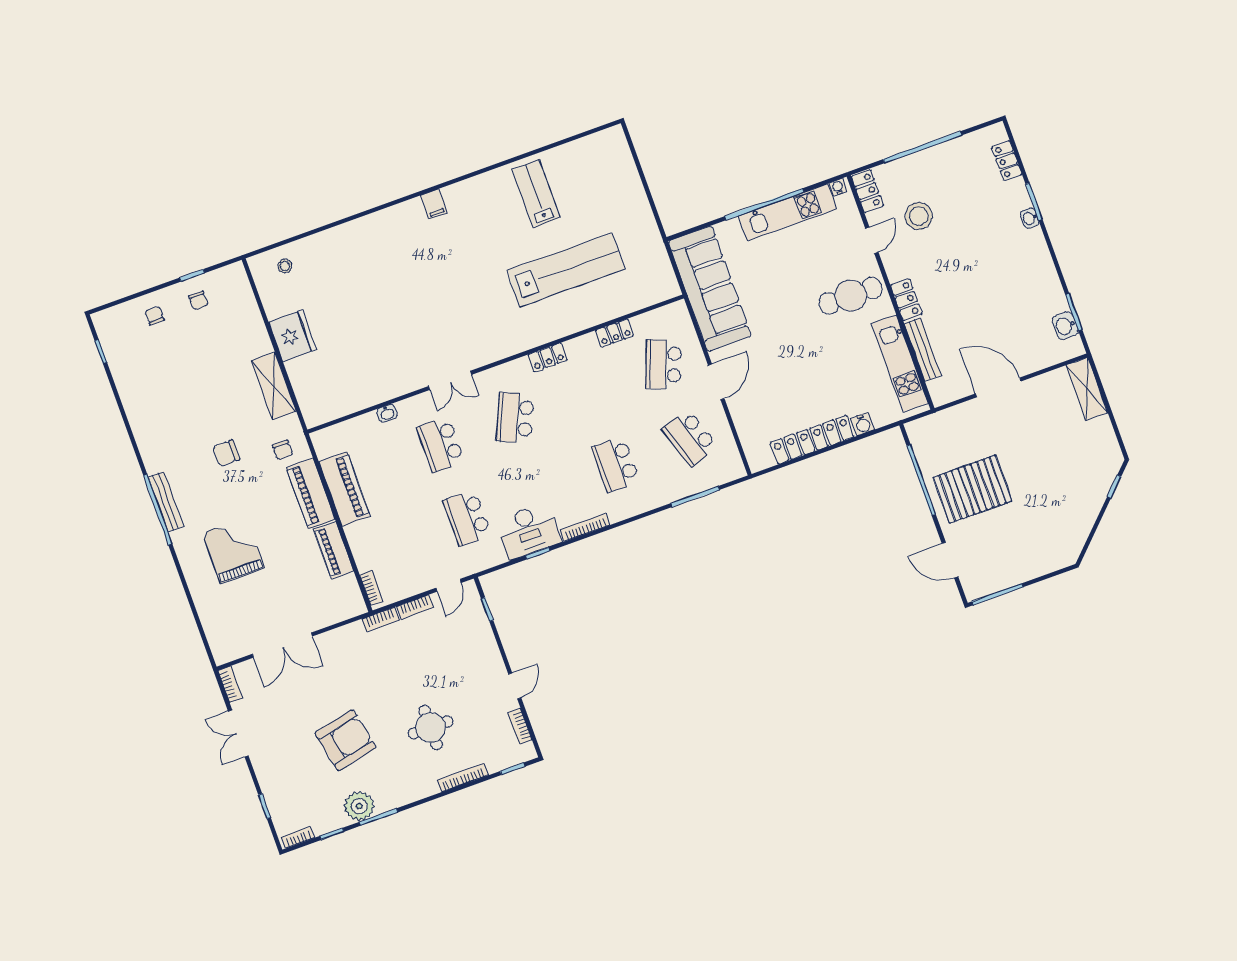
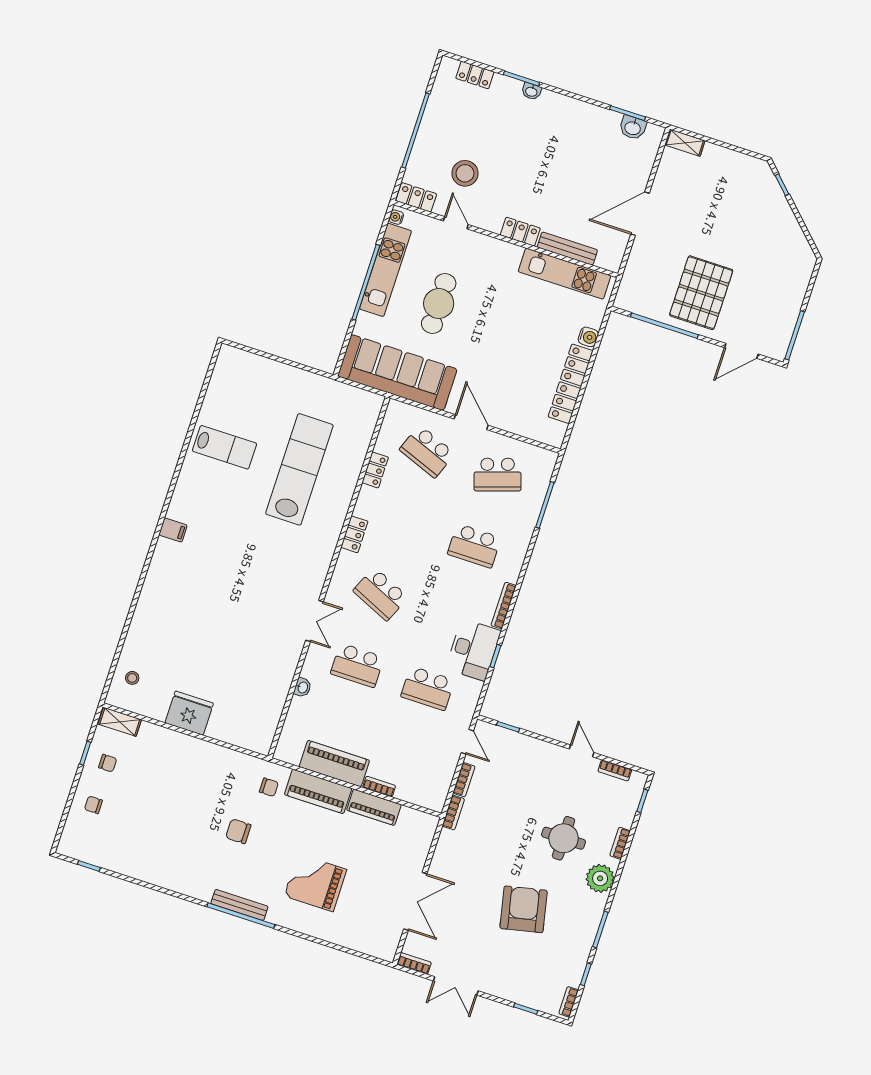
lab bench: (536, 193) -> (225, 447), turned 180
cafe table: (851, 296) -> (439, 304), moved
shelving: (274, 386) -> (120, 722), moved, width x0.67, depth x0.75
shelving: (1087, 389) -> (685, 143), width x0.67, depth x0.75
chair: (226, 453) -> (238, 831), turned 90
bookcase: (371, 588) -> (379, 787), moved
bookcase: (463, 778) -> (620, 843), width x0.64
plant: (359, 806) -> (600, 878), moved

